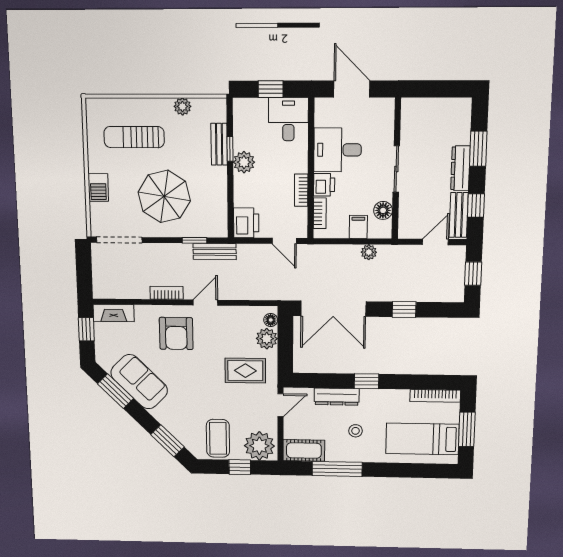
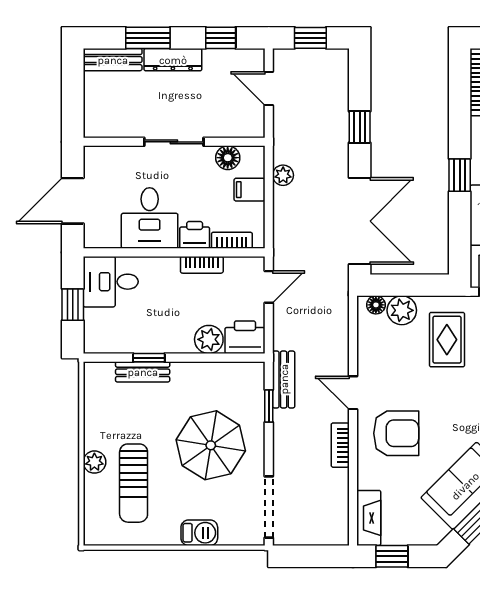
plant: (182, 106) -> (94, 462), moved
plant: (244, 162) -> (209, 339), moved
bench: (459, 215) -> (113, 60), moved

